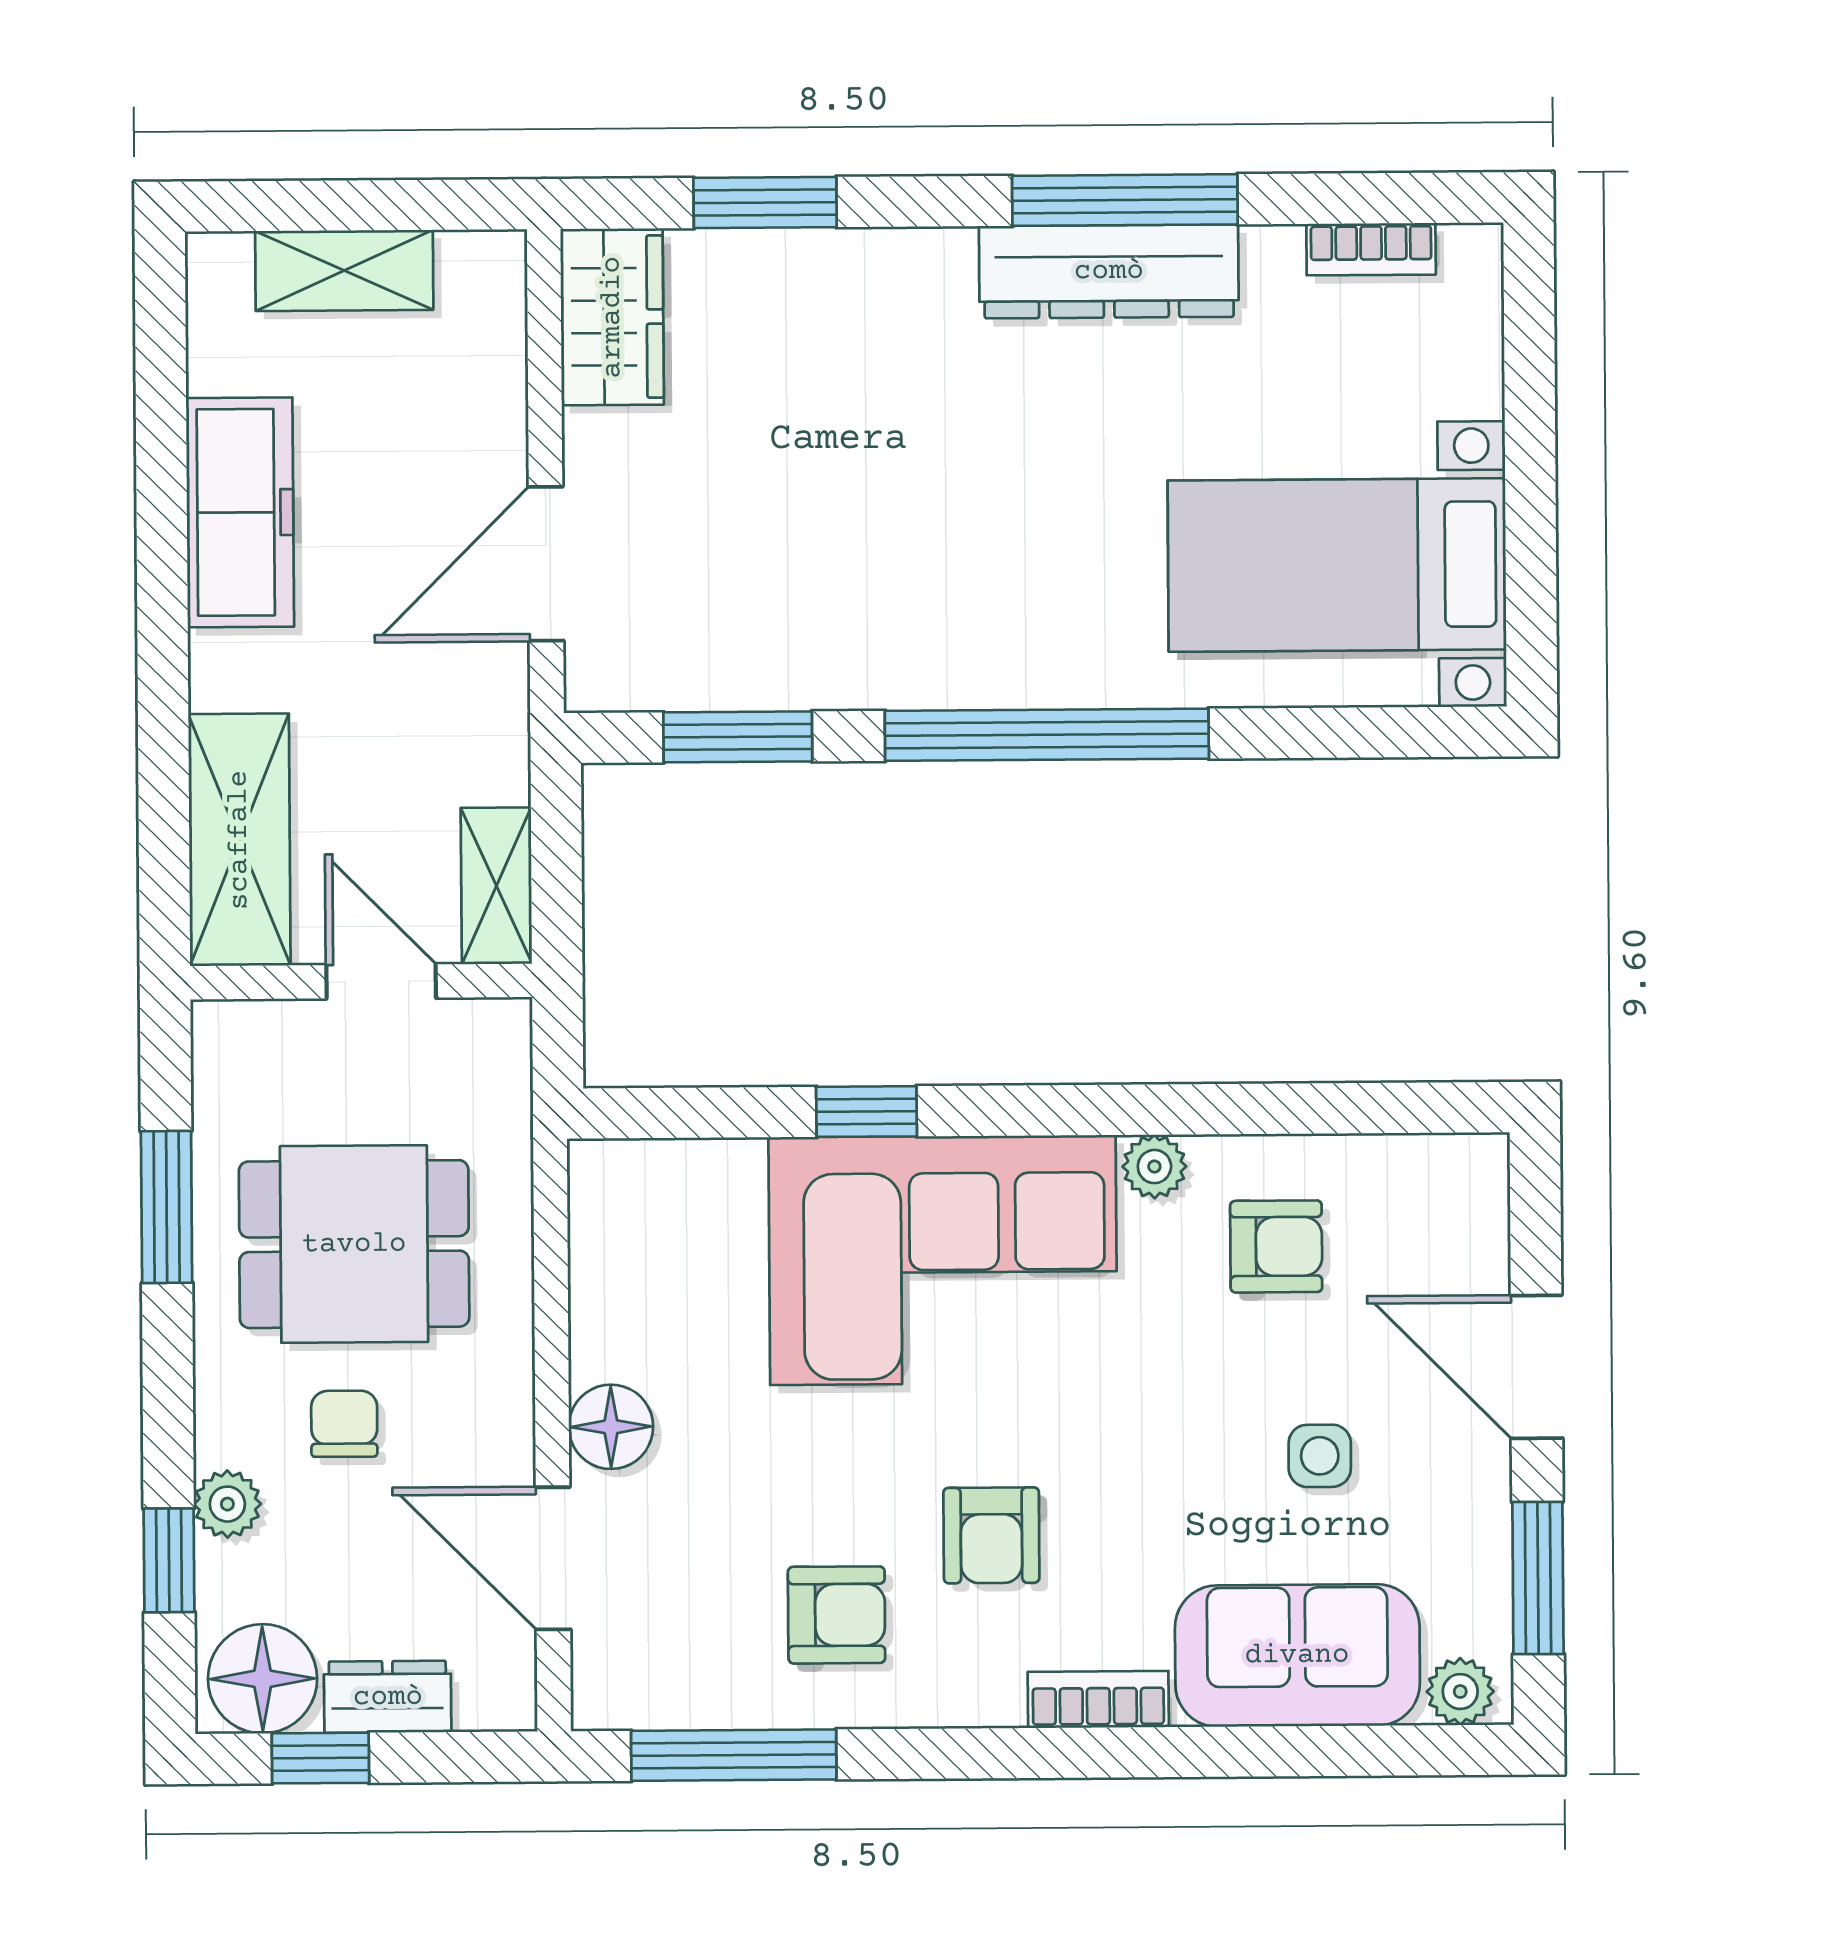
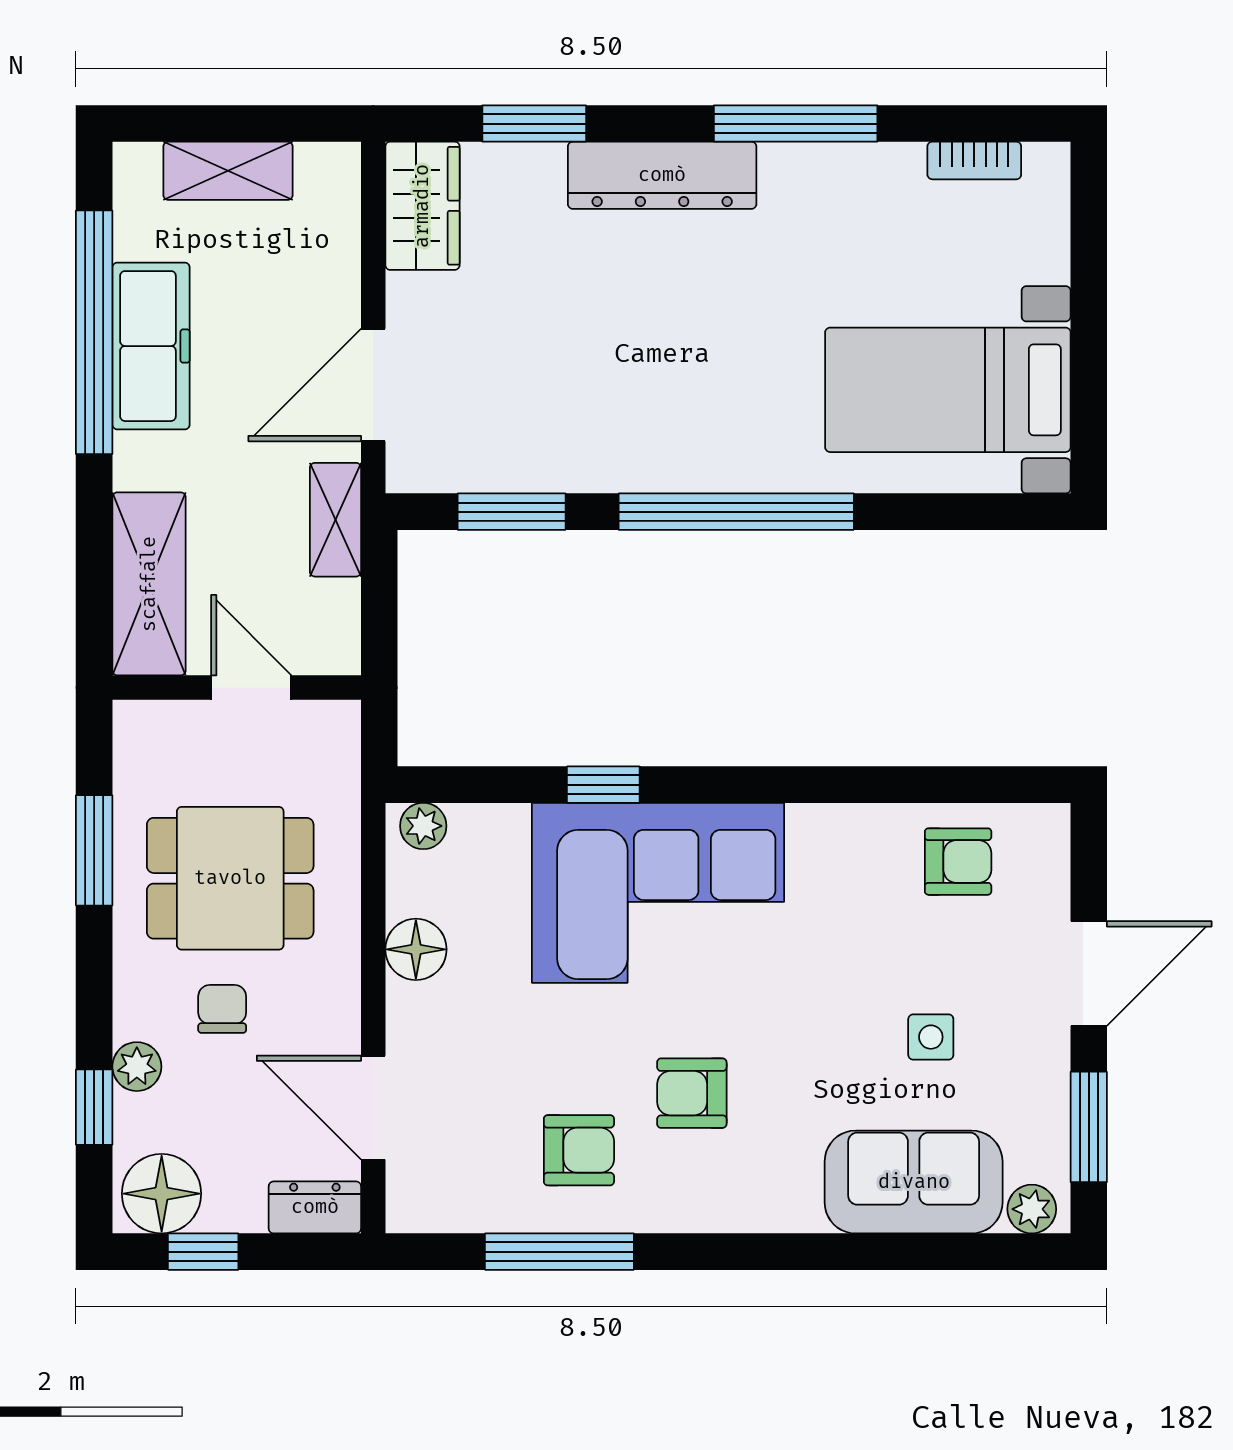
dresser: (1109, 271) -> (662, 175), moved
window: (162, 494) -> (94, 332), added
shelving: (496, 886) -> (335, 520), moved
plant: (1154, 1167) -> (423, 826), moved
armchair: (1276, 1246) -> (958, 862), moved
door: (1536, 1367) -> (1089, 974), swing flipped
floor lamp: (611, 1427) -> (416, 949), moved
armchair: (991, 1535) -> (692, 1093), turned 90
dresser: (388, 1697) -> (315, 1207), moved
bookcase: (1098, 1699) -> (769, 1213), removed
window: (734, 1755) -> (559, 1252), moved

